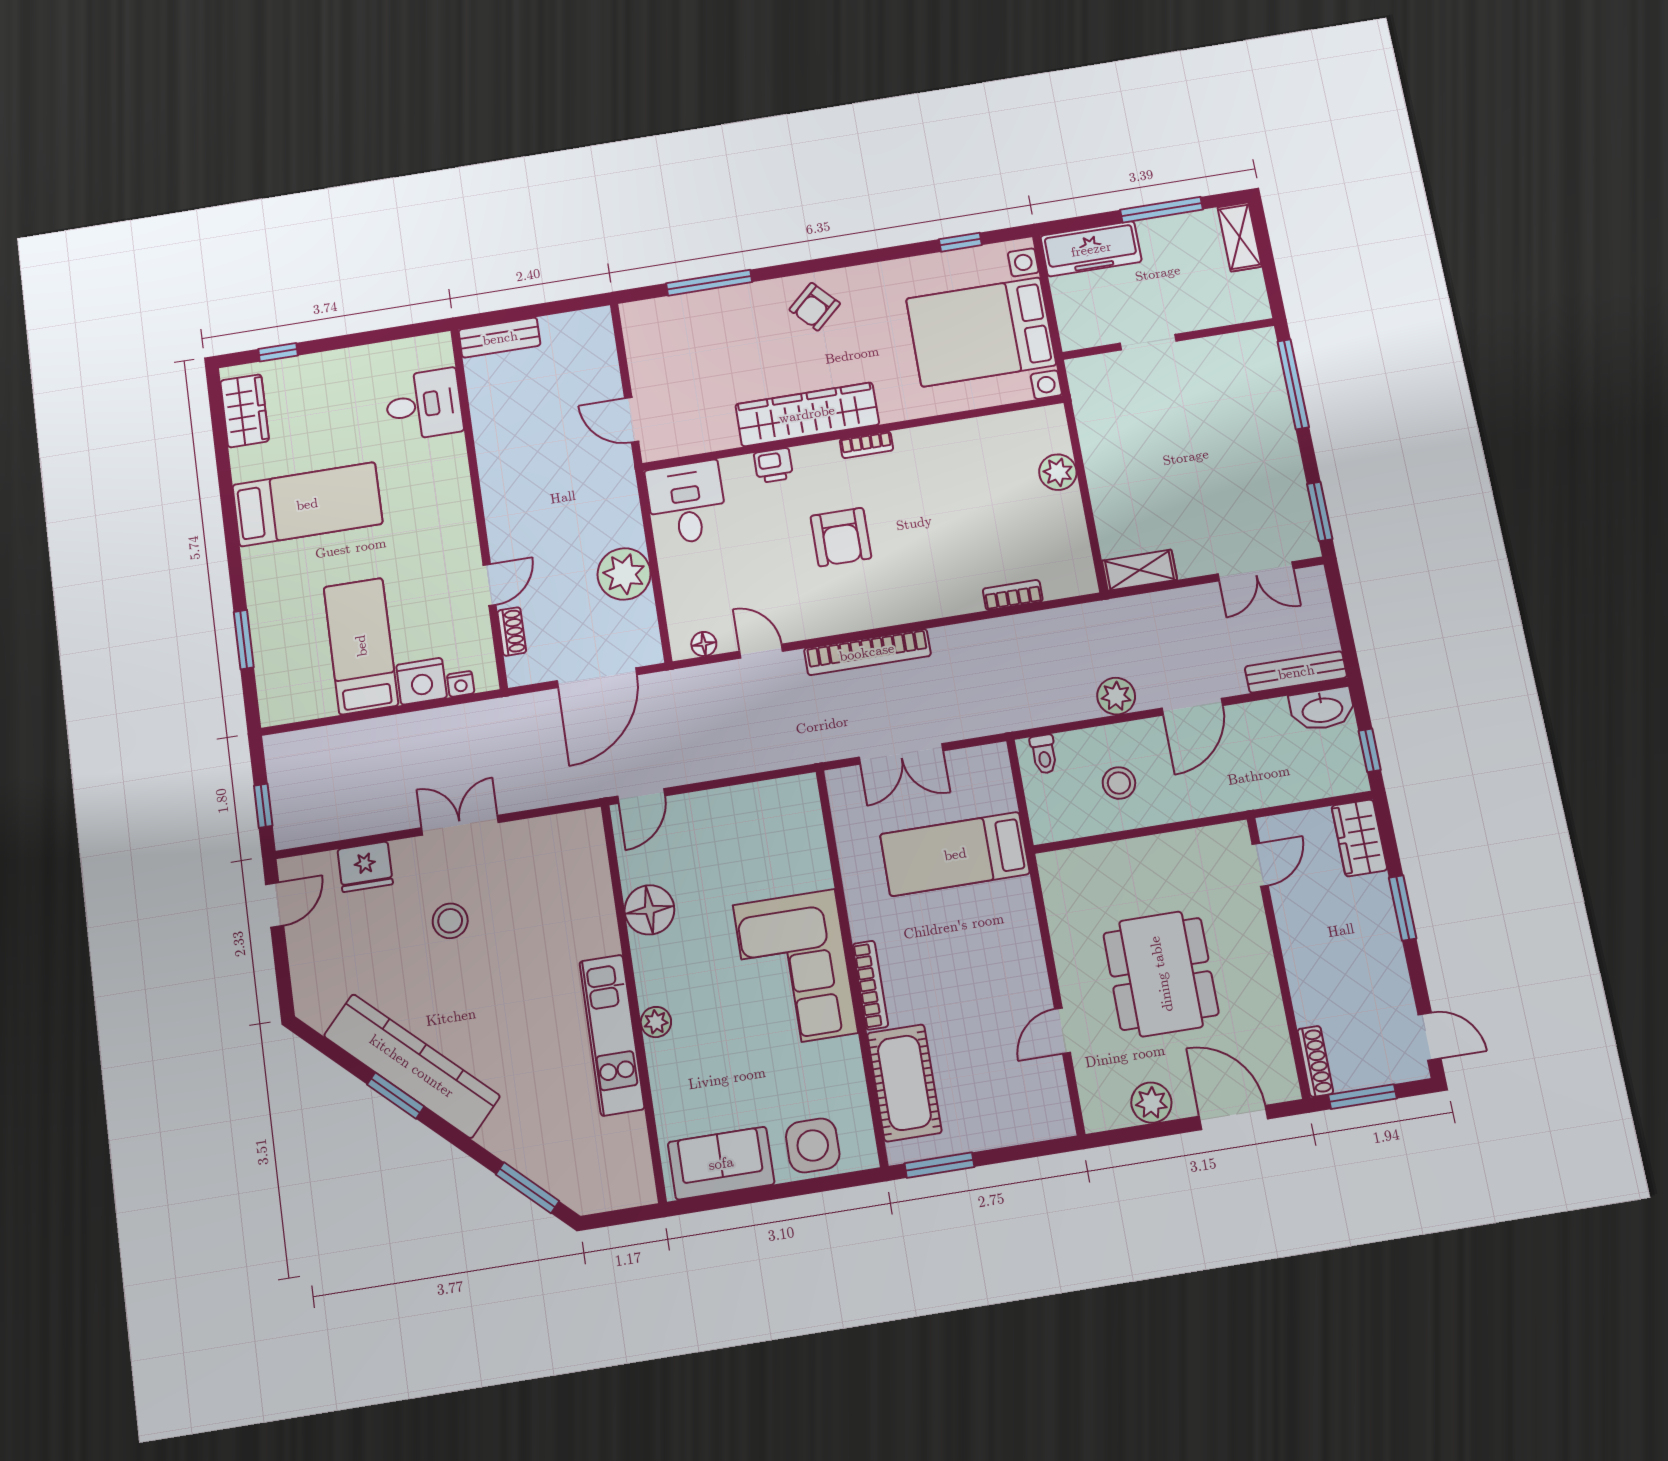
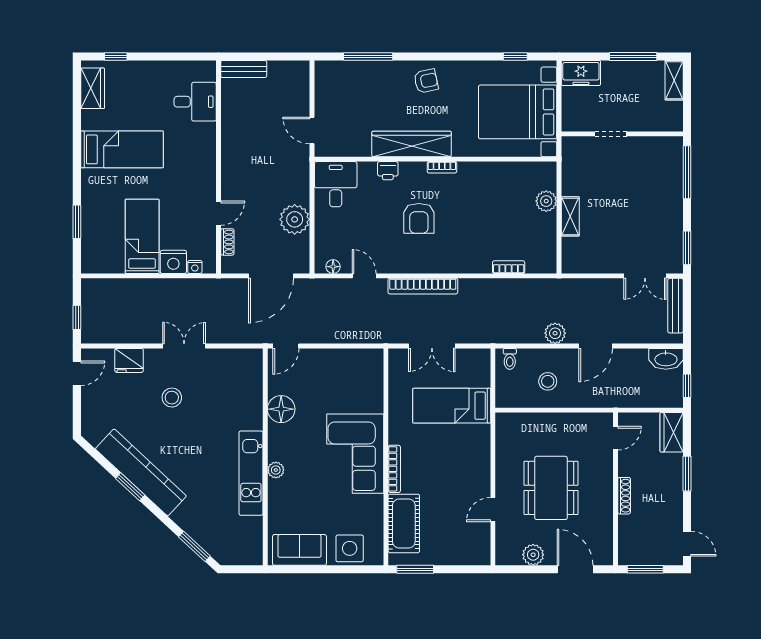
freezer: (1091, 249) -> (581, 73), width x0.71
armchair: (815, 307) -> (426, 81), turned -149
shelving: (1139, 570) -> (570, 216), moved, turned 90
bench: (1296, 672) -> (676, 306), moved, turned 90
shoe rack: (1315, 1061) -> (624, 496), moved

